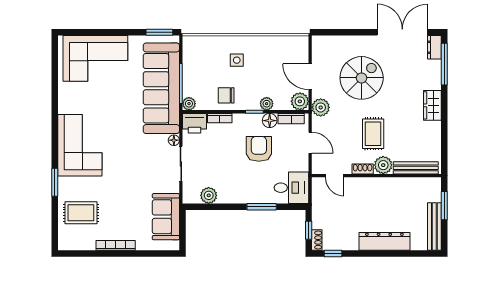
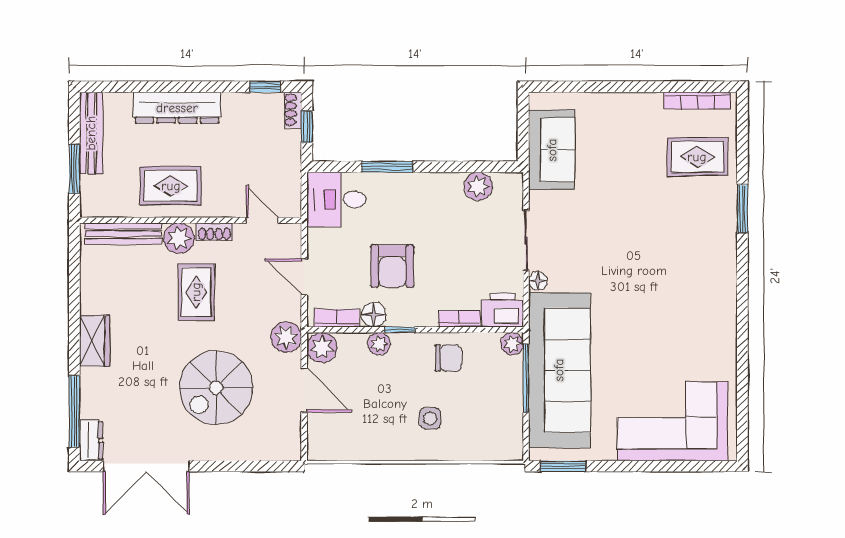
corner sofa: (80, 145) -> (699, 272), removed
rug: (388, 196) -> (171, 186), added
bookcase: (116, 245) -> (697, 101), moved

